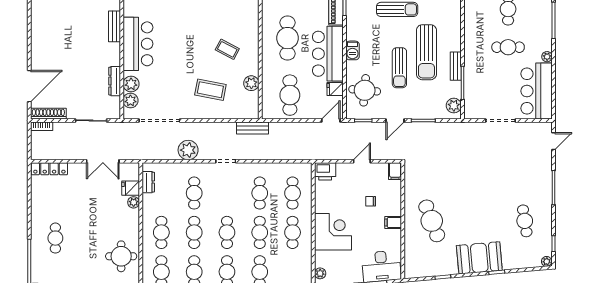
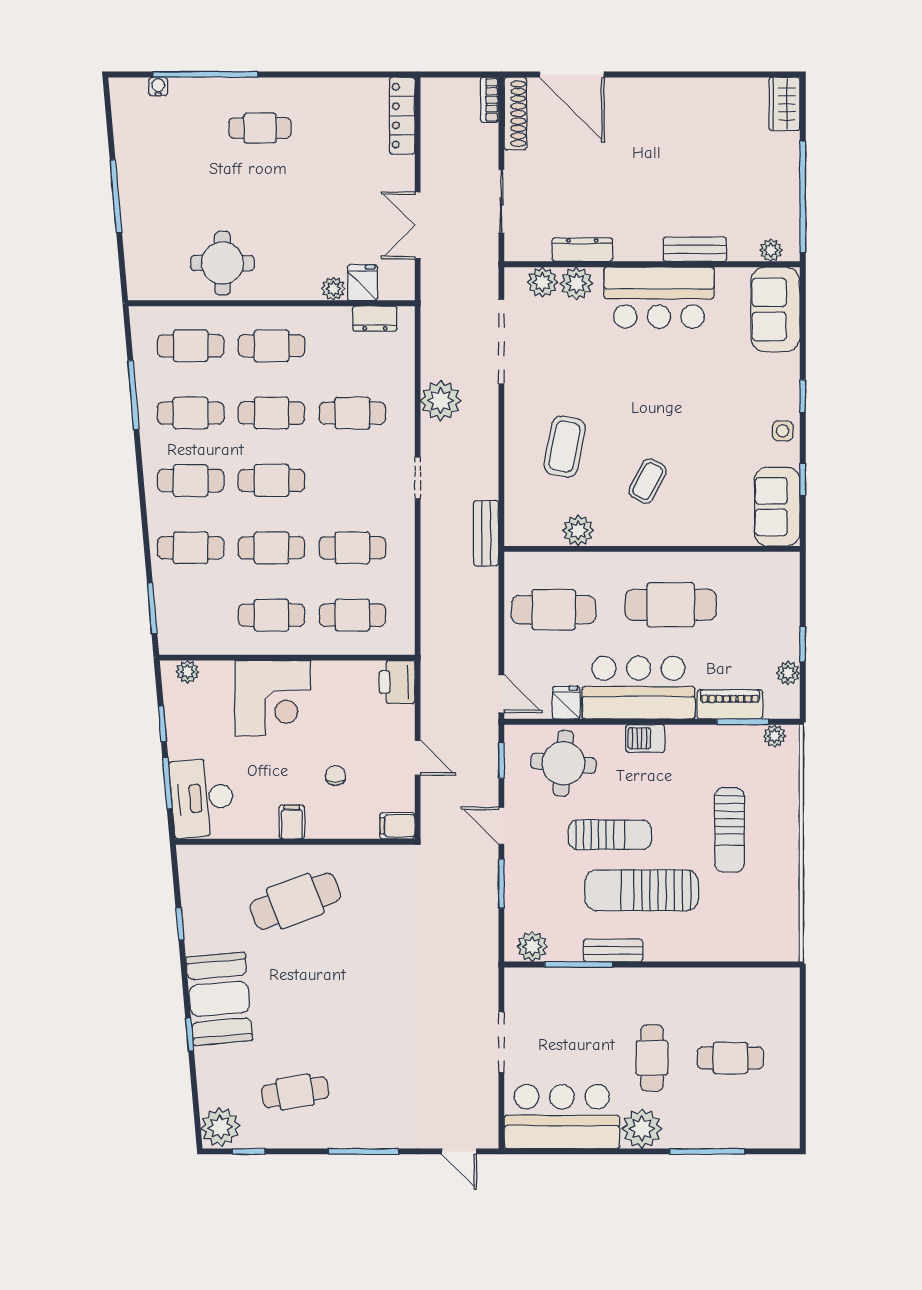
plant: (547, 57) -> (642, 1129), width x1.88, depth x1.88
sun lounger: (399, 68) -> (610, 835), turned 180
plant: (547, 261) -> (220, 1127), width x1.88, depth x1.88

